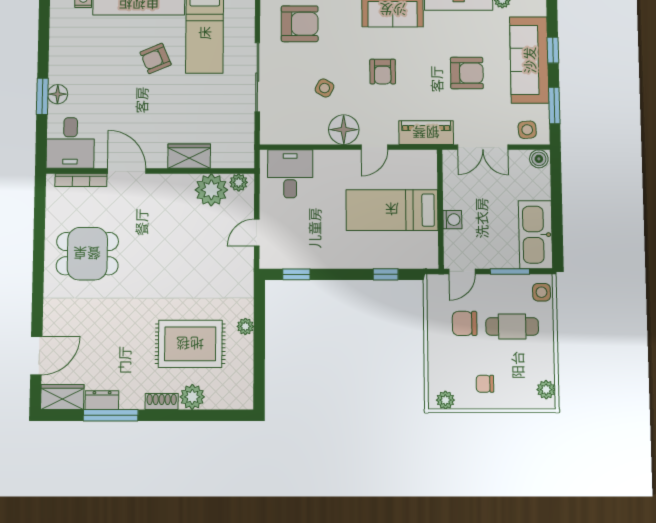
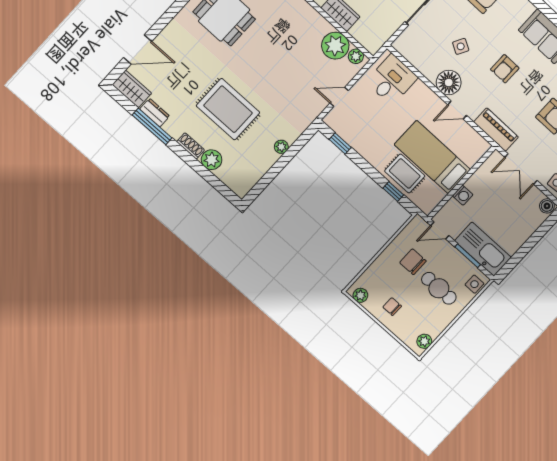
kitchen sink: (536, 235) -> (483, 249), moved, turned 90
rug: (381, 248) -> (405, 174), added
rug: (190, 344) -> (228, 109), moved

